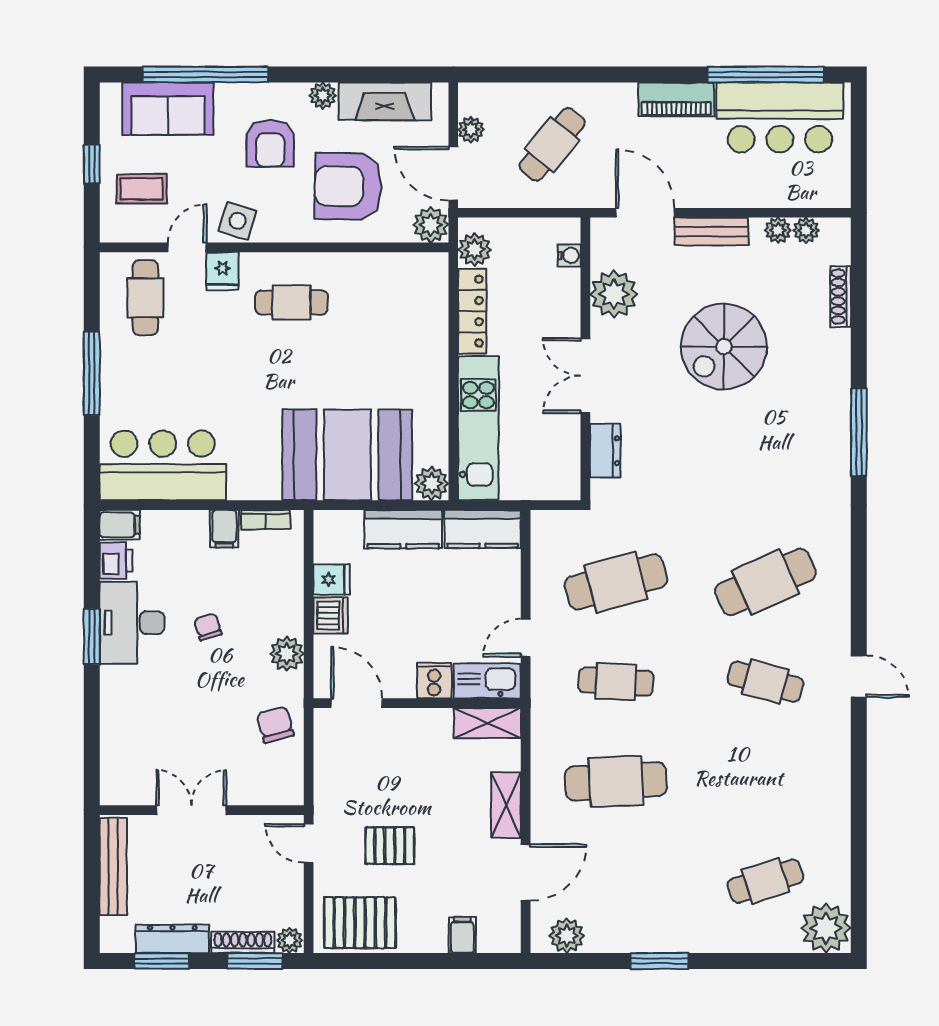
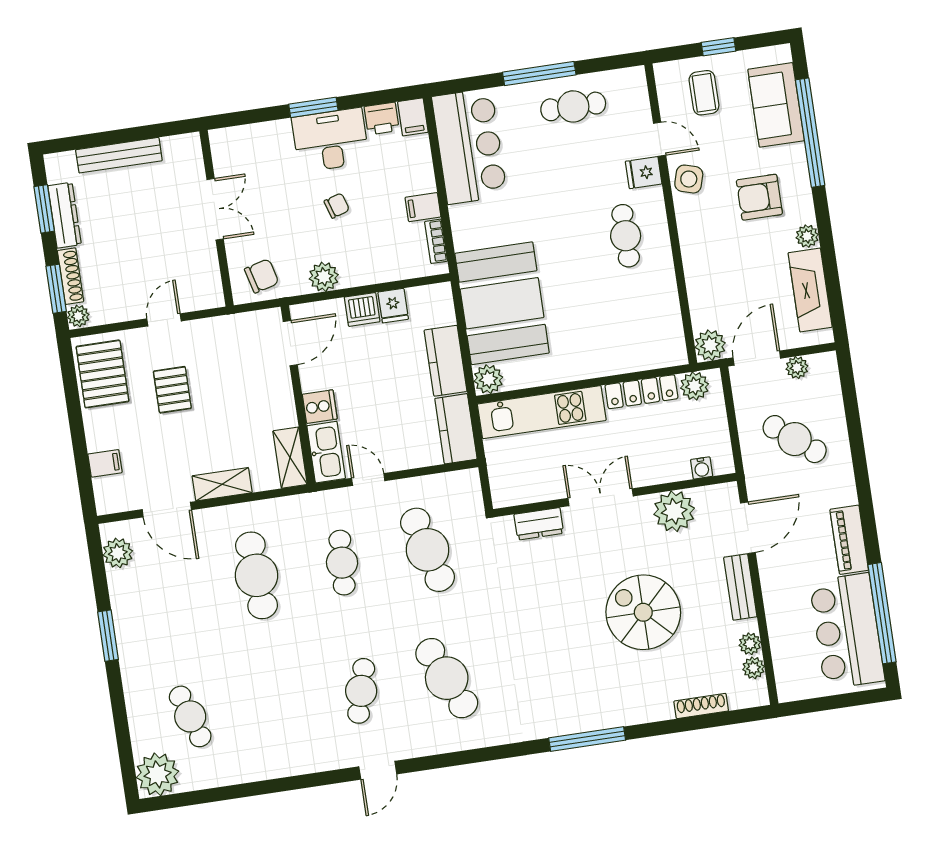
armchair: (348, 186) -> (733, 270), removed
cafe table: (145, 298) -> (573, 106), moved
double door: (191, 810) -> (215, 209), moved
wall: (202, 810) -> (217, 218), moved

